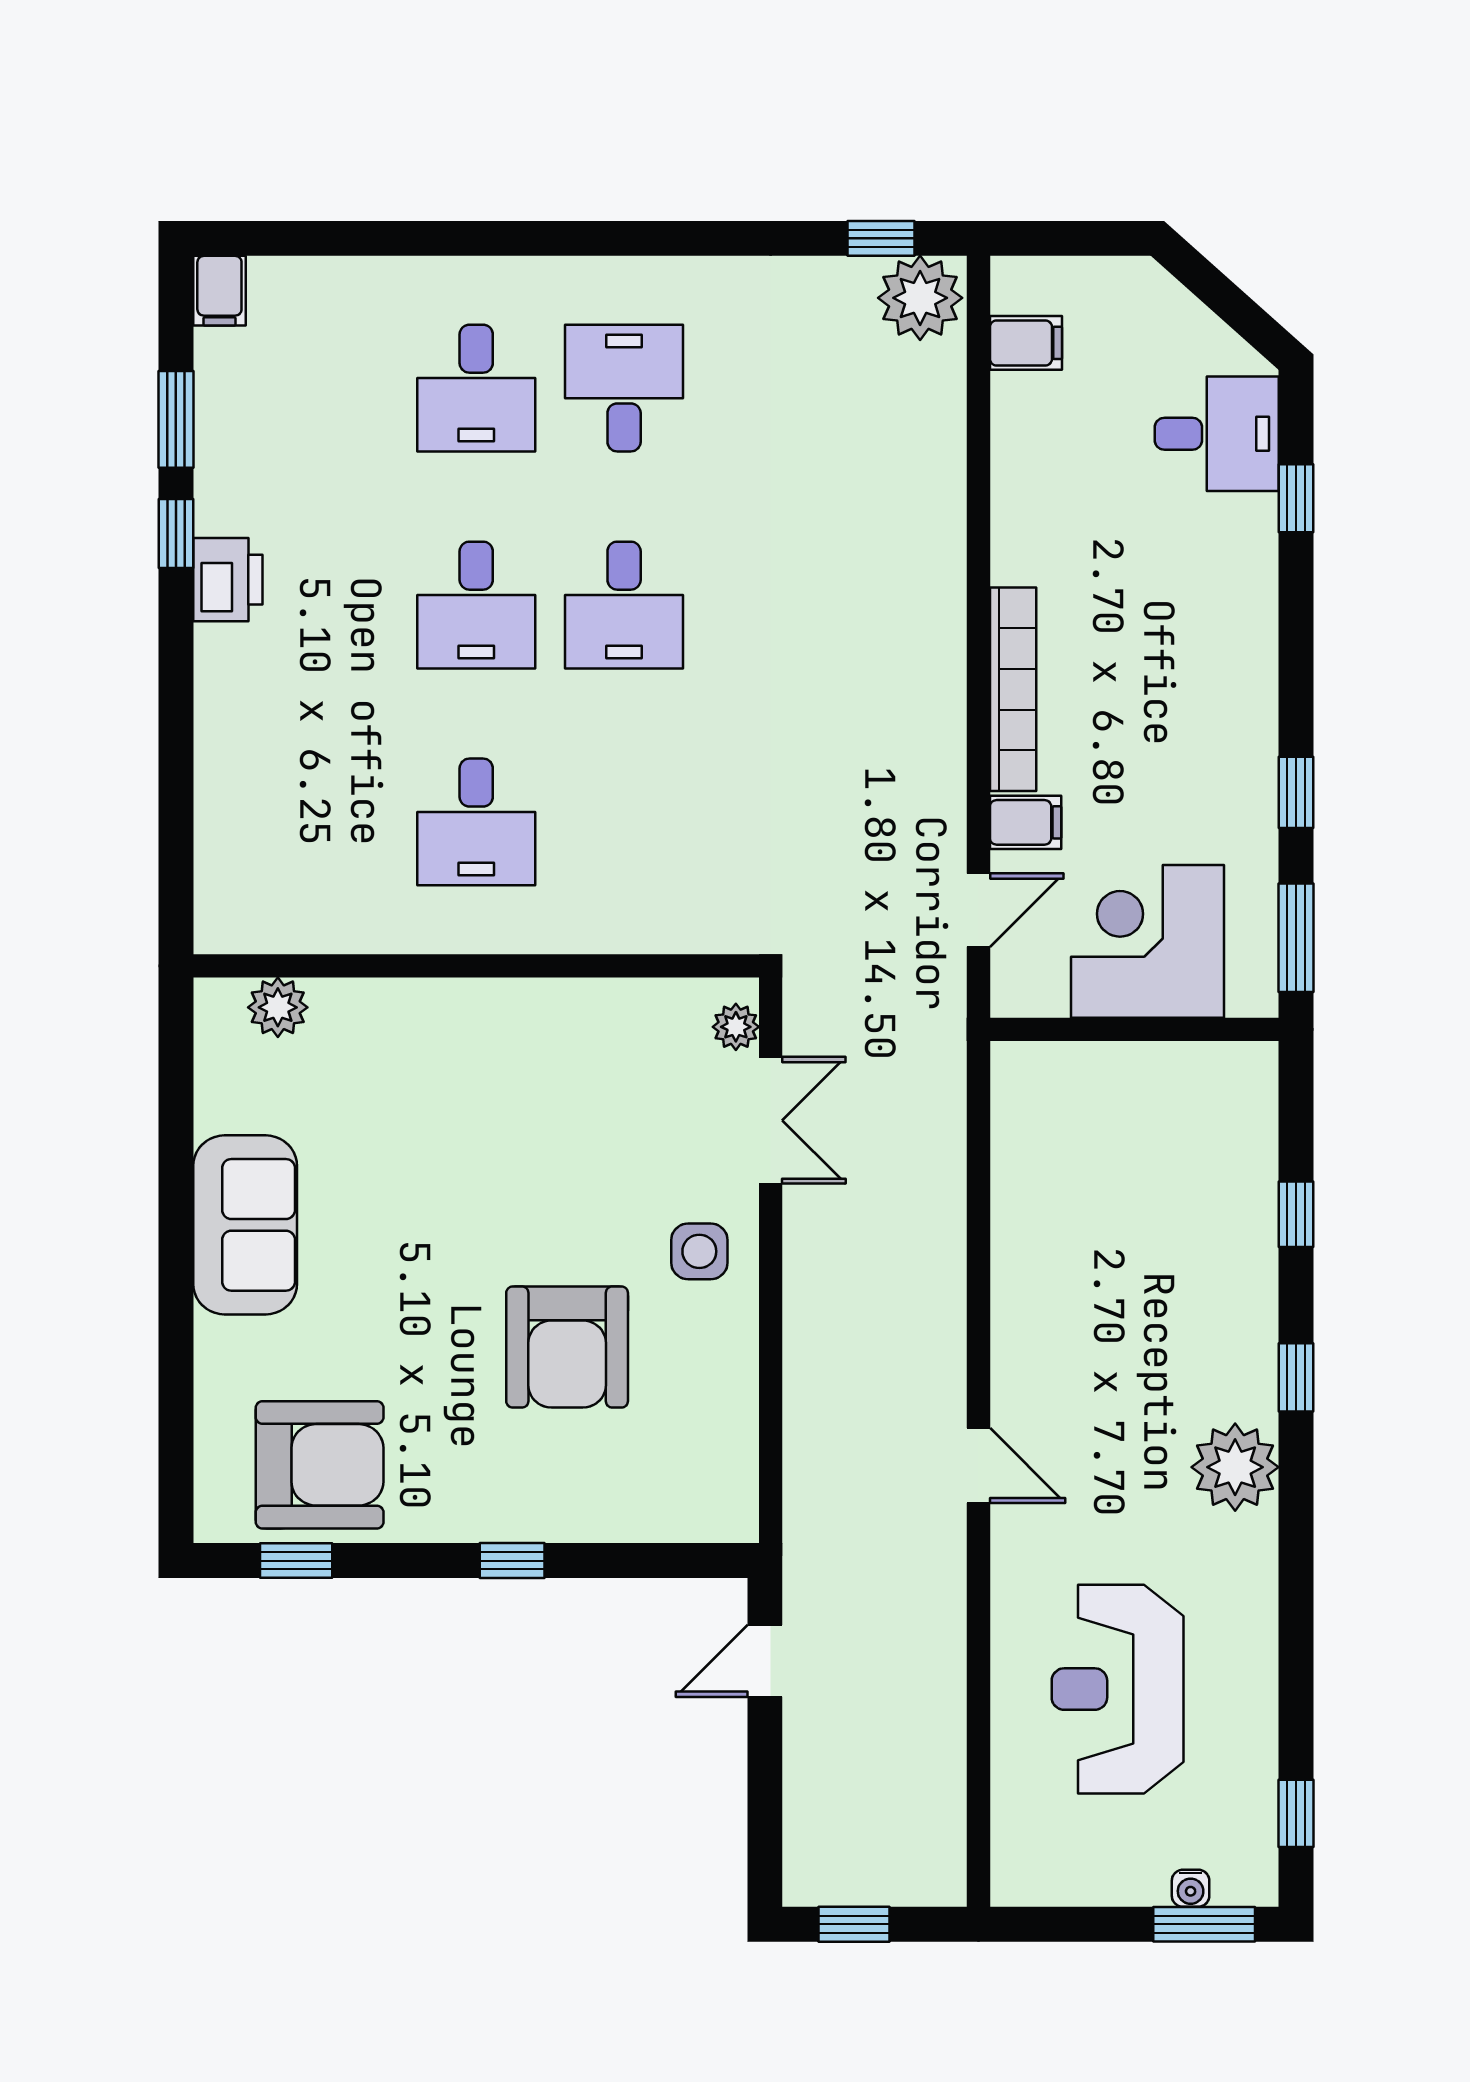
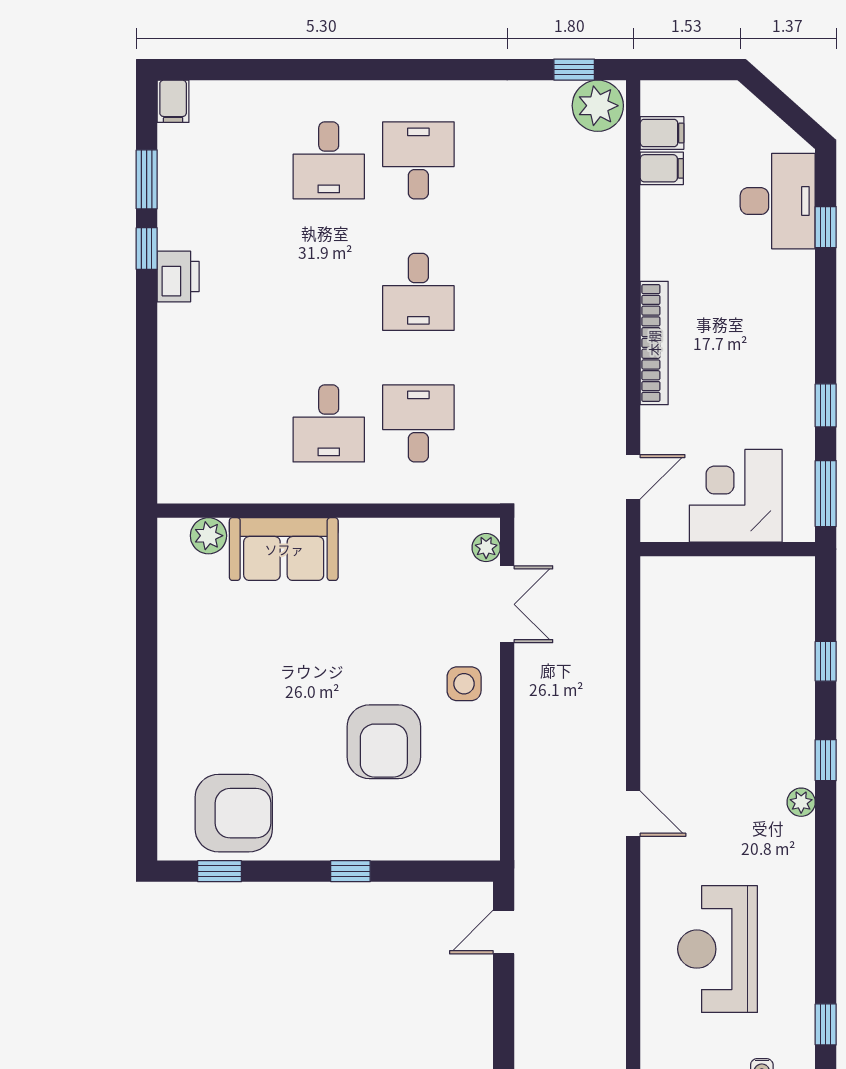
desk: (1217, 434) -> (778, 201), width x1.37
desk: (476, 605) -> (418, 423), moved, turned 180
filing cabinet: (1026, 822) -> (662, 168), moved
sofa: (245, 1225) -> (284, 549), moved, turned 90
plant: (1235, 1467) -> (801, 802), width x0.53, depth x0.53

